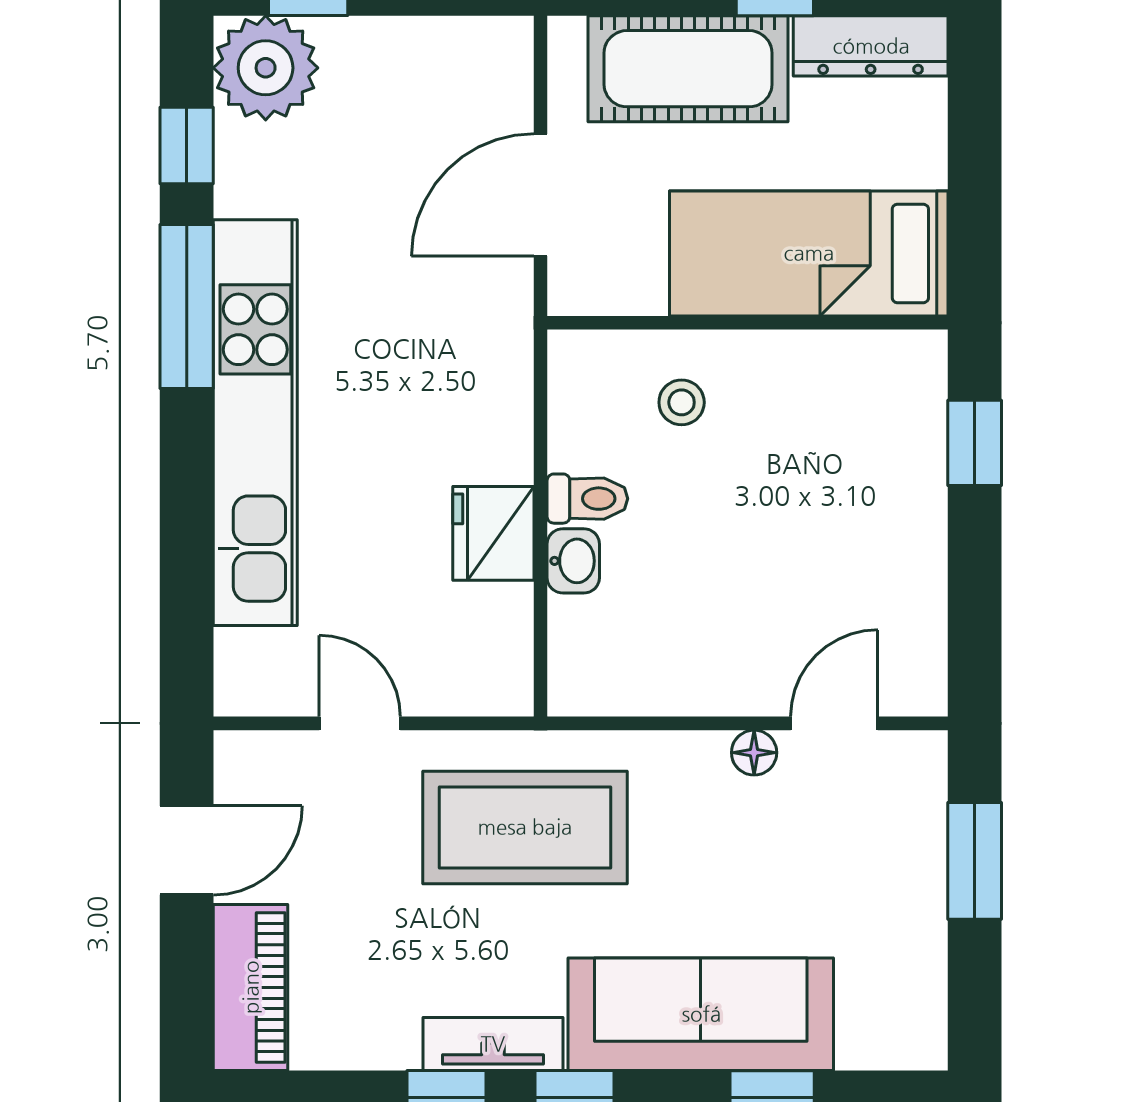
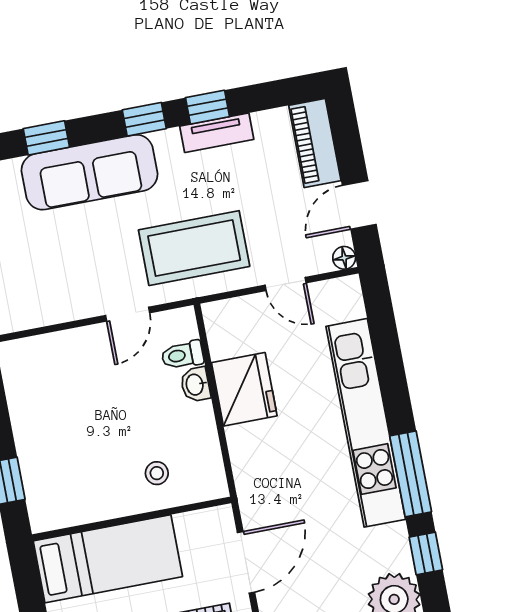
toilet: (587, 499) -> (182, 355), moved
fridge: (493, 533) -> (244, 389), width x1.36, depth x1.34
door: (834, 723) -> (128, 314), moved
floor lamp: (754, 753) -> (344, 258), moved
tv unit: (493, 1044) -> (217, 133), moved

